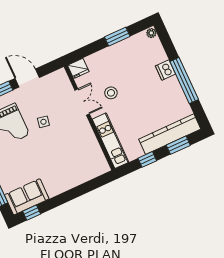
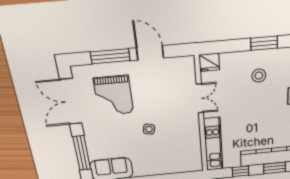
stool: (111, 93) -> (259, 76), moved
side table: (43, 122) -> (149, 129), moved

